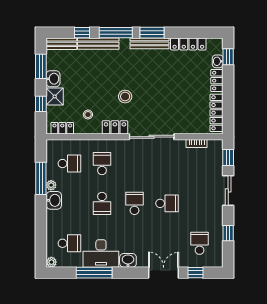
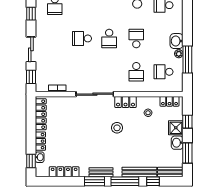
bench: (149, 43) -> (101, 172), width x0.73

